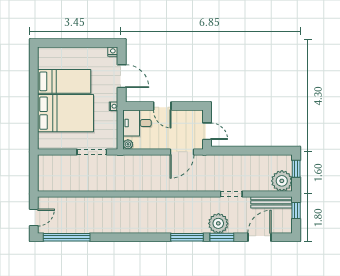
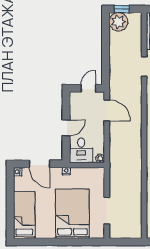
door: (122, 76) -> (40, 164), swing flipped
bed: (64, 81) -> (24, 215), moved
doorway: (92, 152) -> (107, 211), moved
plant: (282, 181) -> (118, 22), moved

